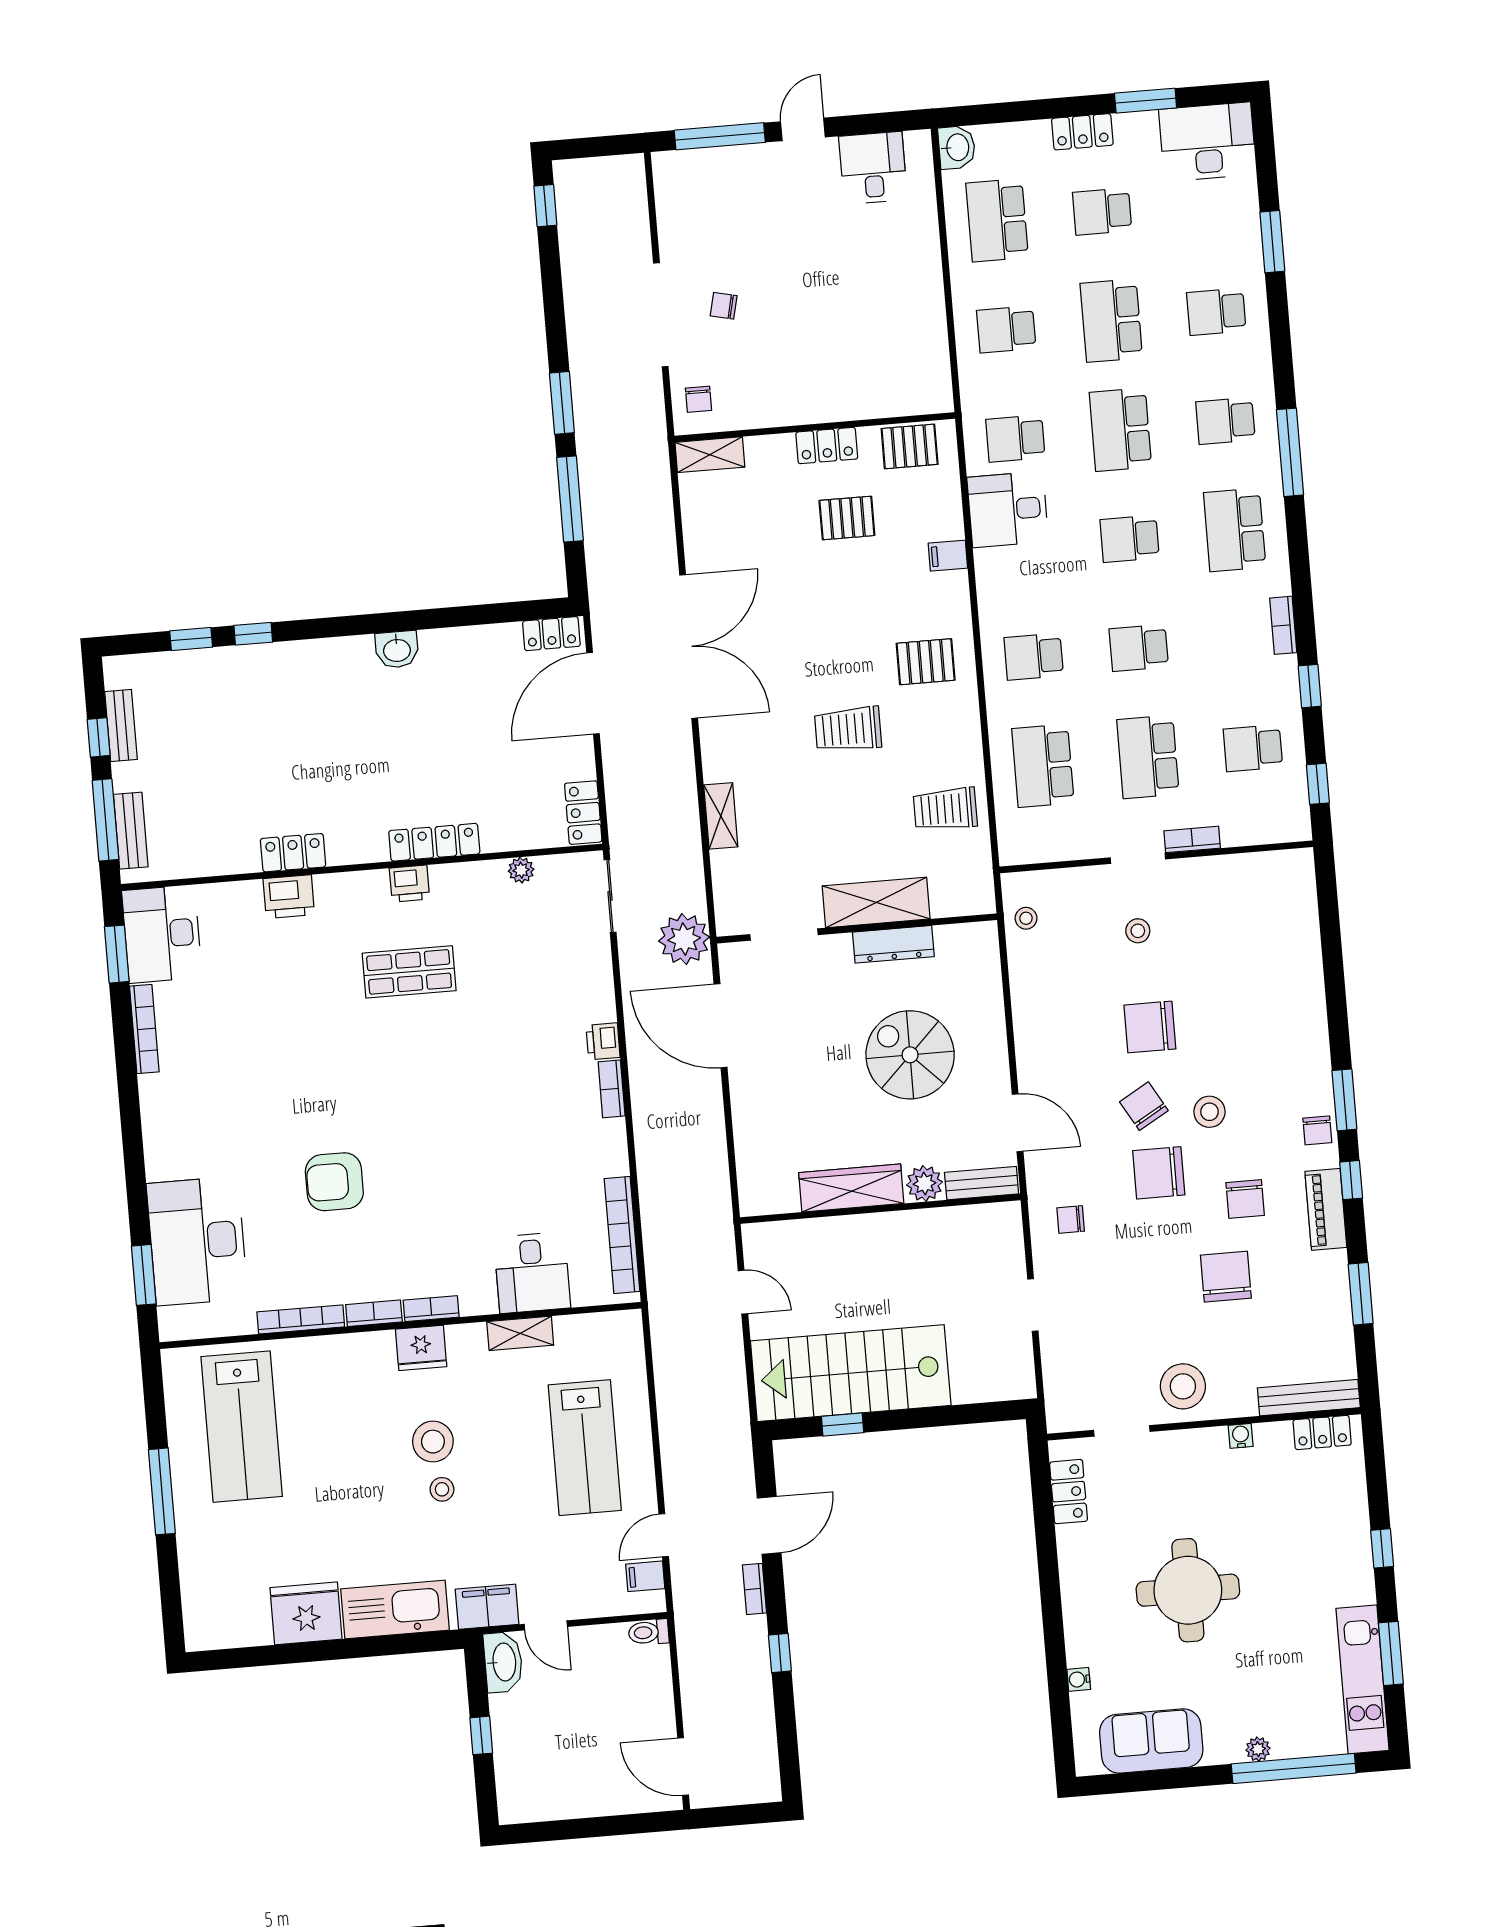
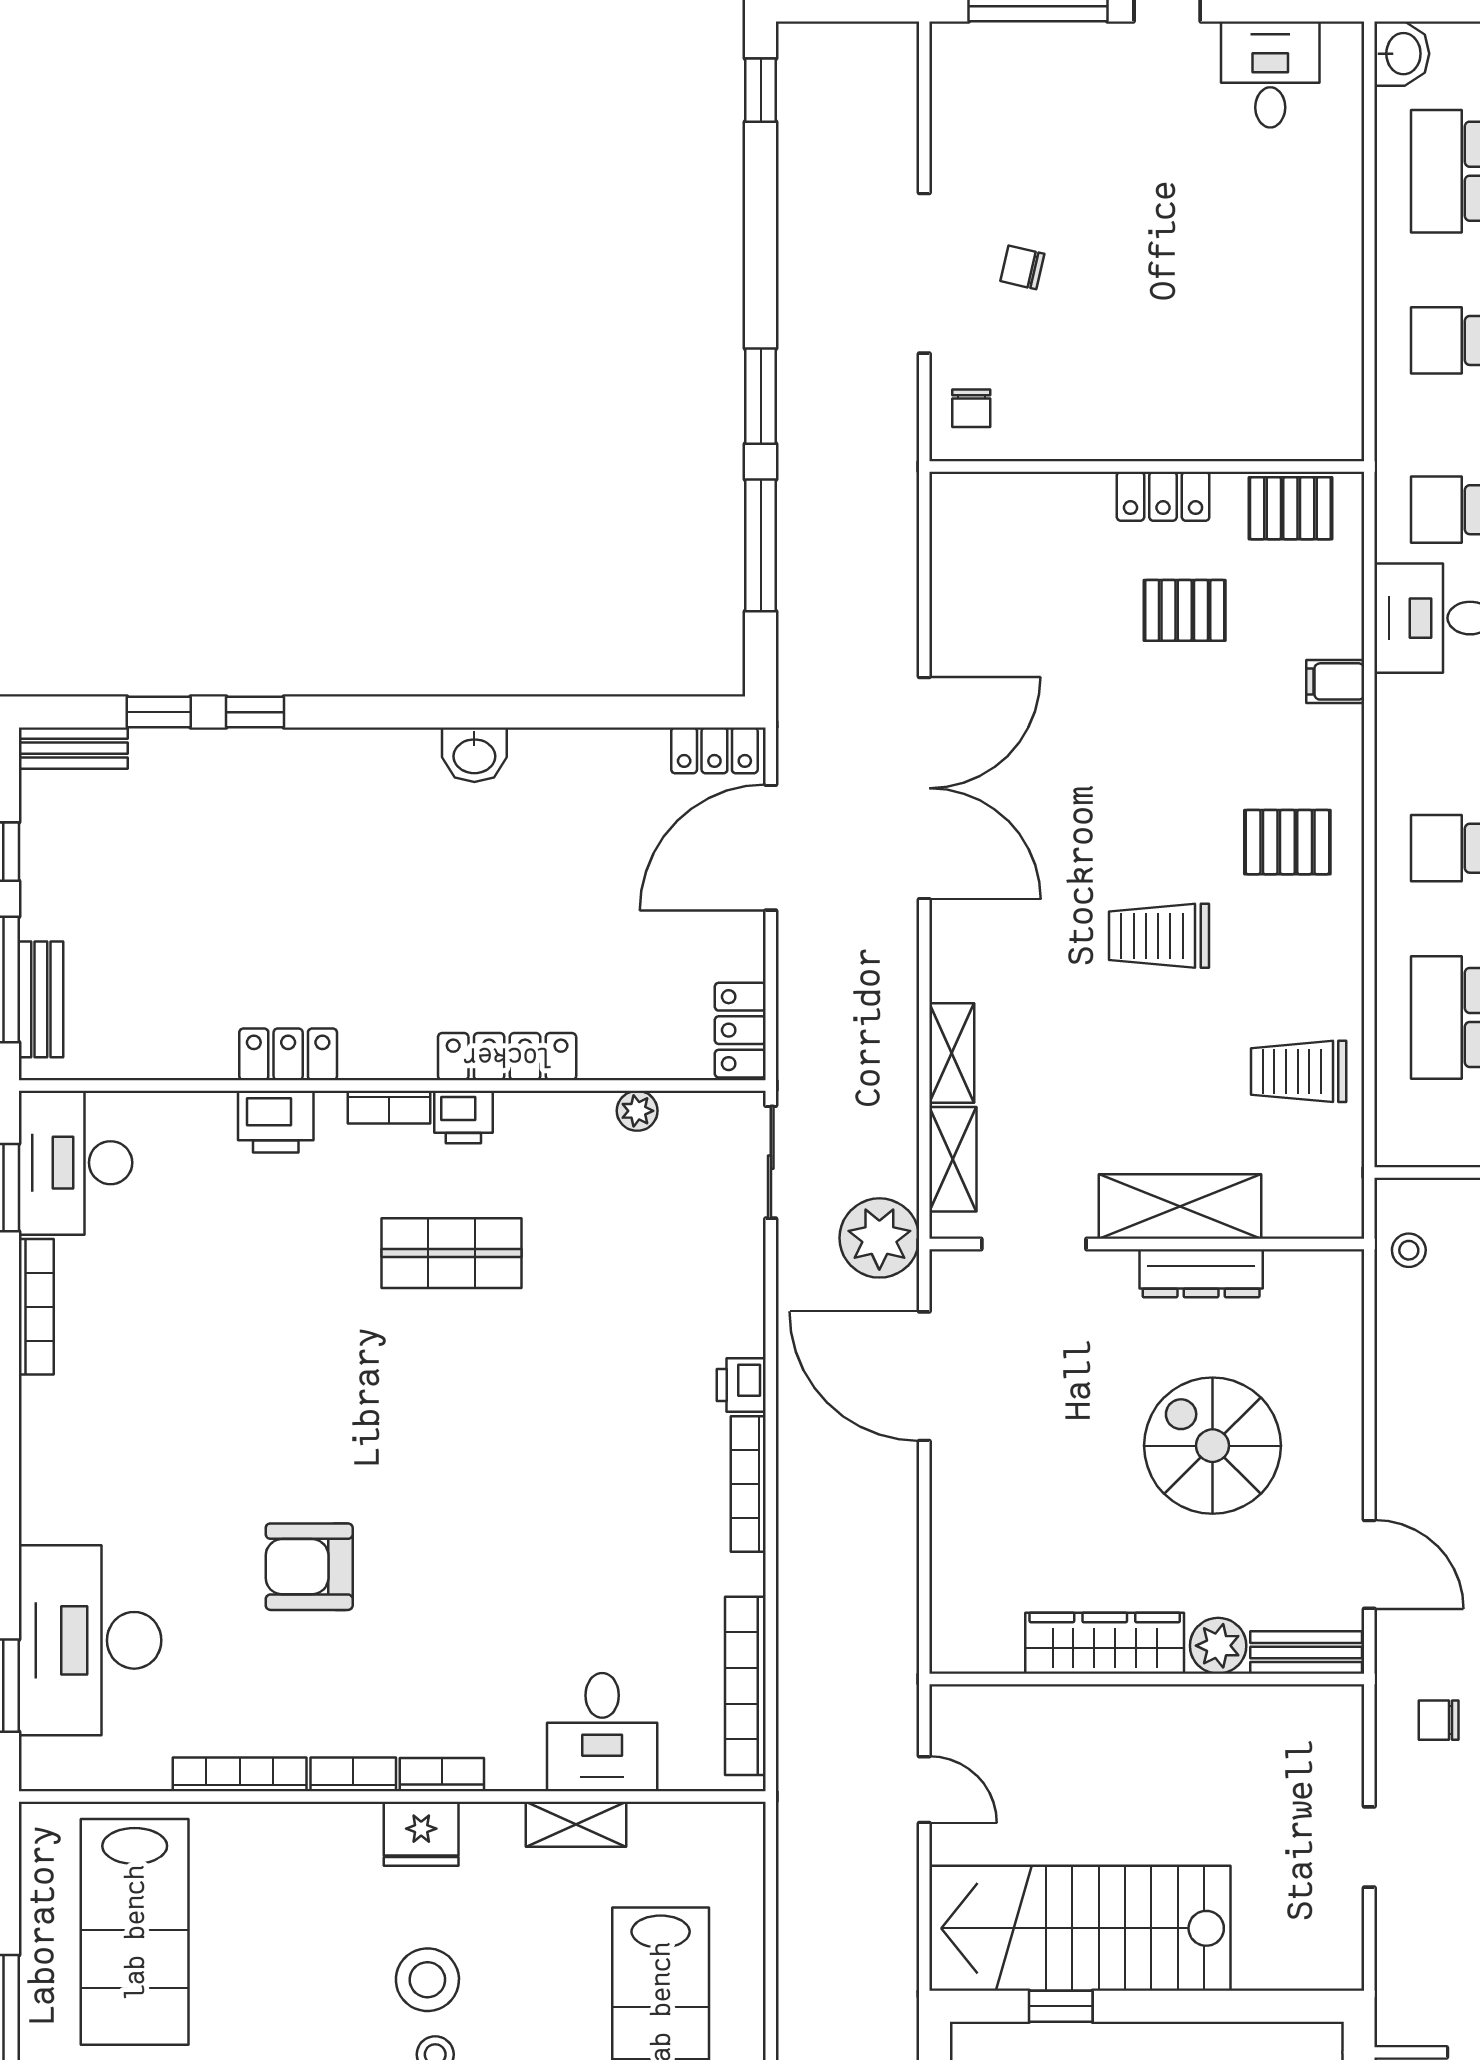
shelving: (710, 455) -> (953, 1159), moved, turned 90
bench: (121, 725) -> (73, 748), moved, turned 90
bookcase: (361, 881) -> (389, 1107), added
bookcase: (612, 1089) -> (748, 1484), width x1.56

